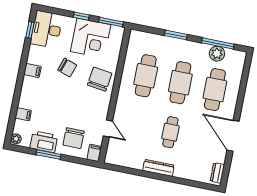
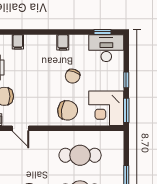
corner desk: (91, 38) -> (106, 108), moved
door: (108, 128) -> (20, 128), hinge flipped

